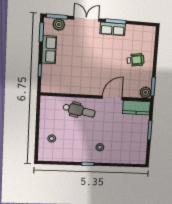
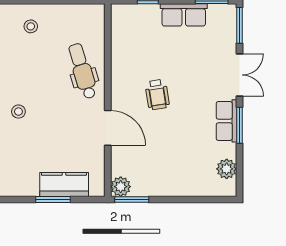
plant: (59, 25) -> (227, 169), moved
wheelchair: (136, 60) -> (157, 95), moved
kitchen counter: (136, 108) -> (64, 185), moved, turned 90
dental chair: (79, 110) -> (82, 71), turned 152

